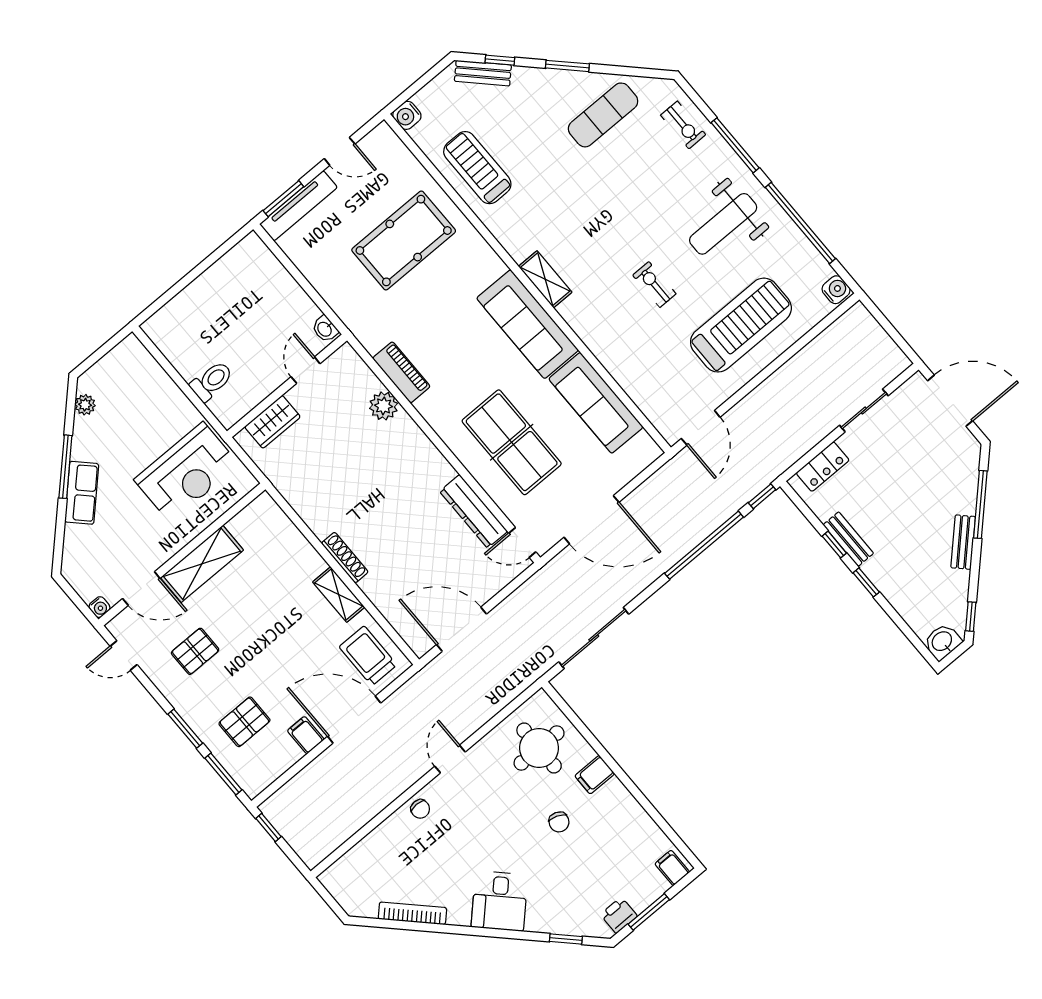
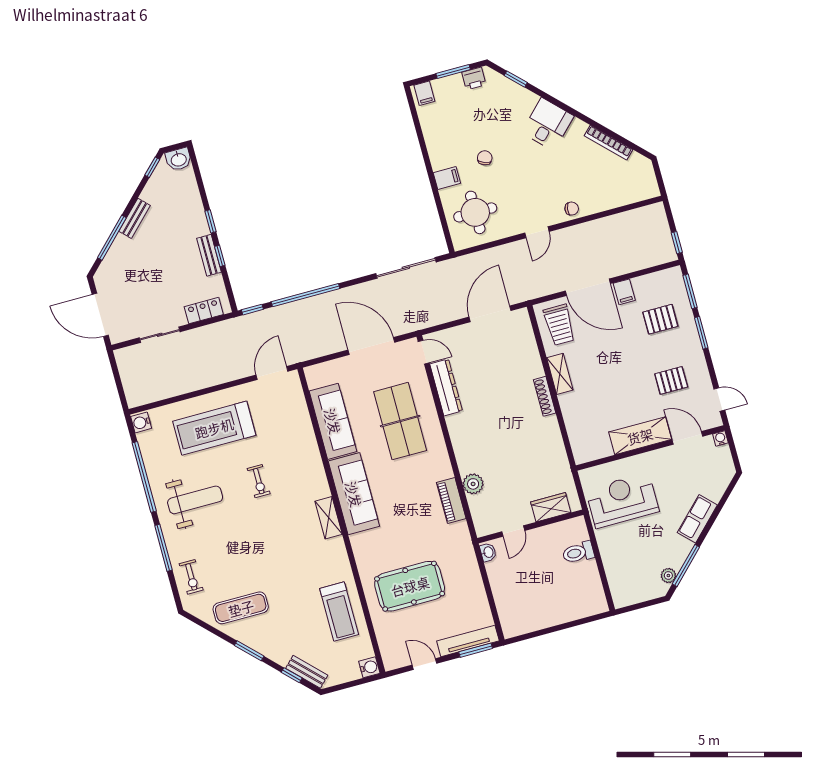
exercise bike: (683, 125) -> (191, 577), turned 180
window: (65, 467) -> (686, 566), moved
door: (461, 629) -> (490, 314), swing flipped
chair: (420, 809) -> (572, 209), turned 98

